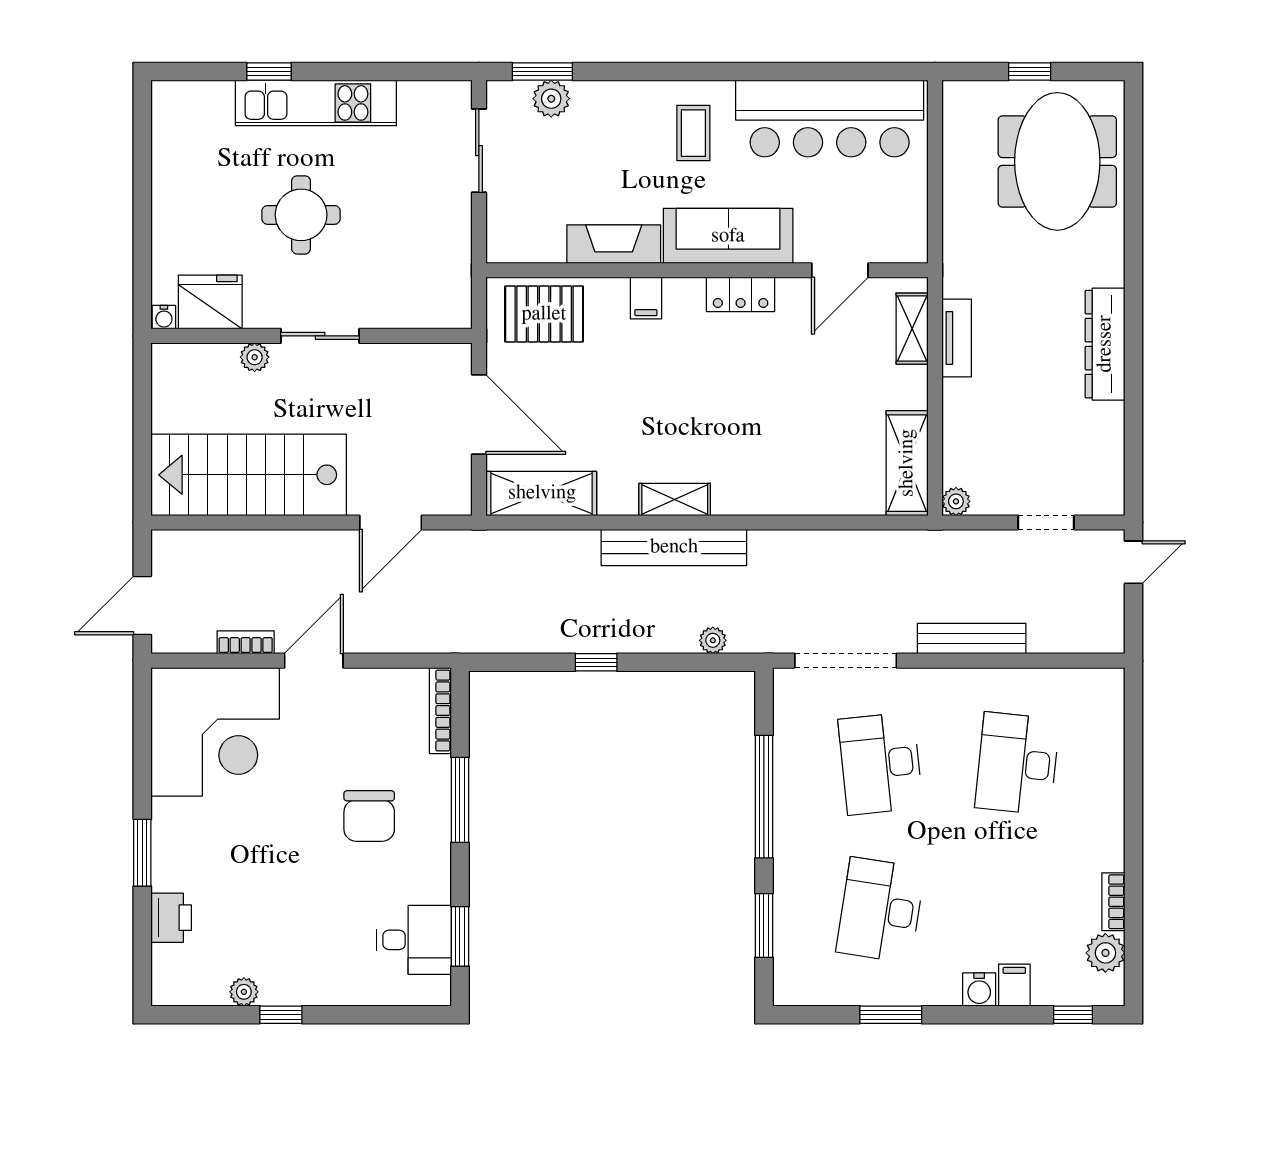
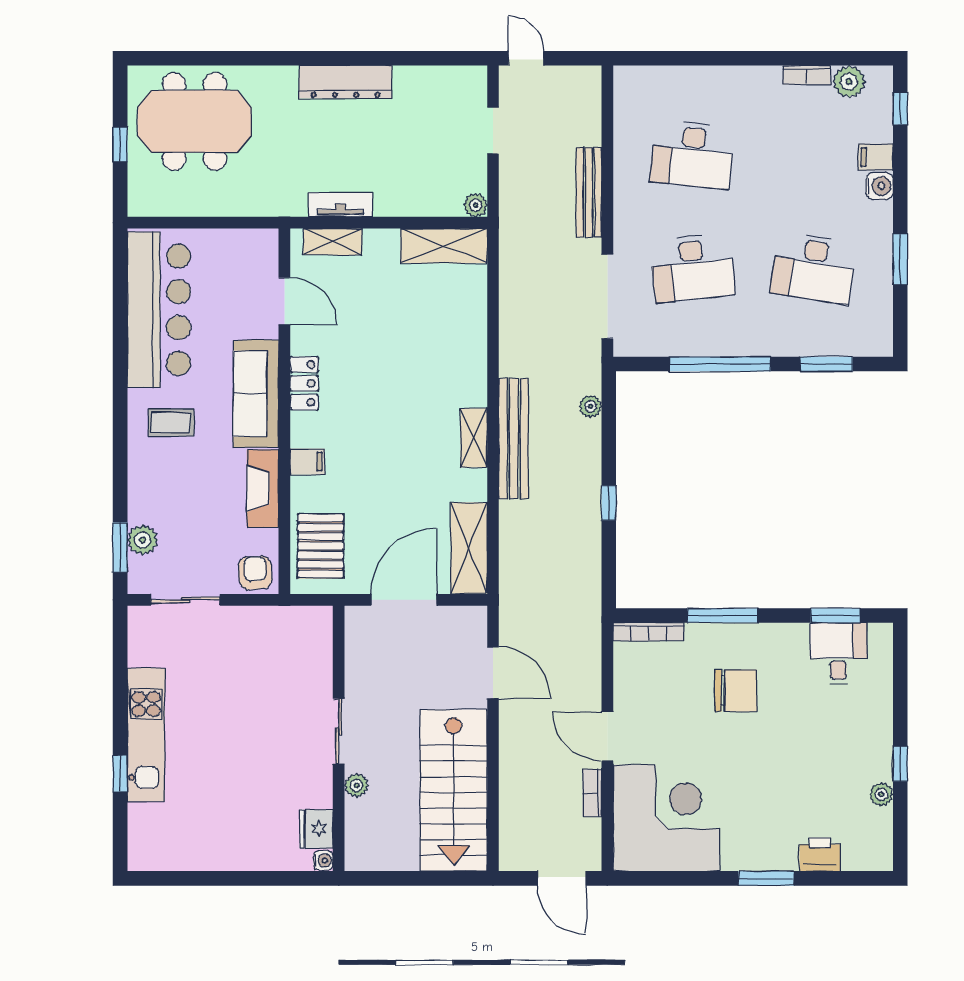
round table: (301, 215) -> (239, 747), removed
armchair: (512, 235) -> (255, 573), added
fridge: (210, 302) -> (316, 829), width x0.73, depth x0.75

